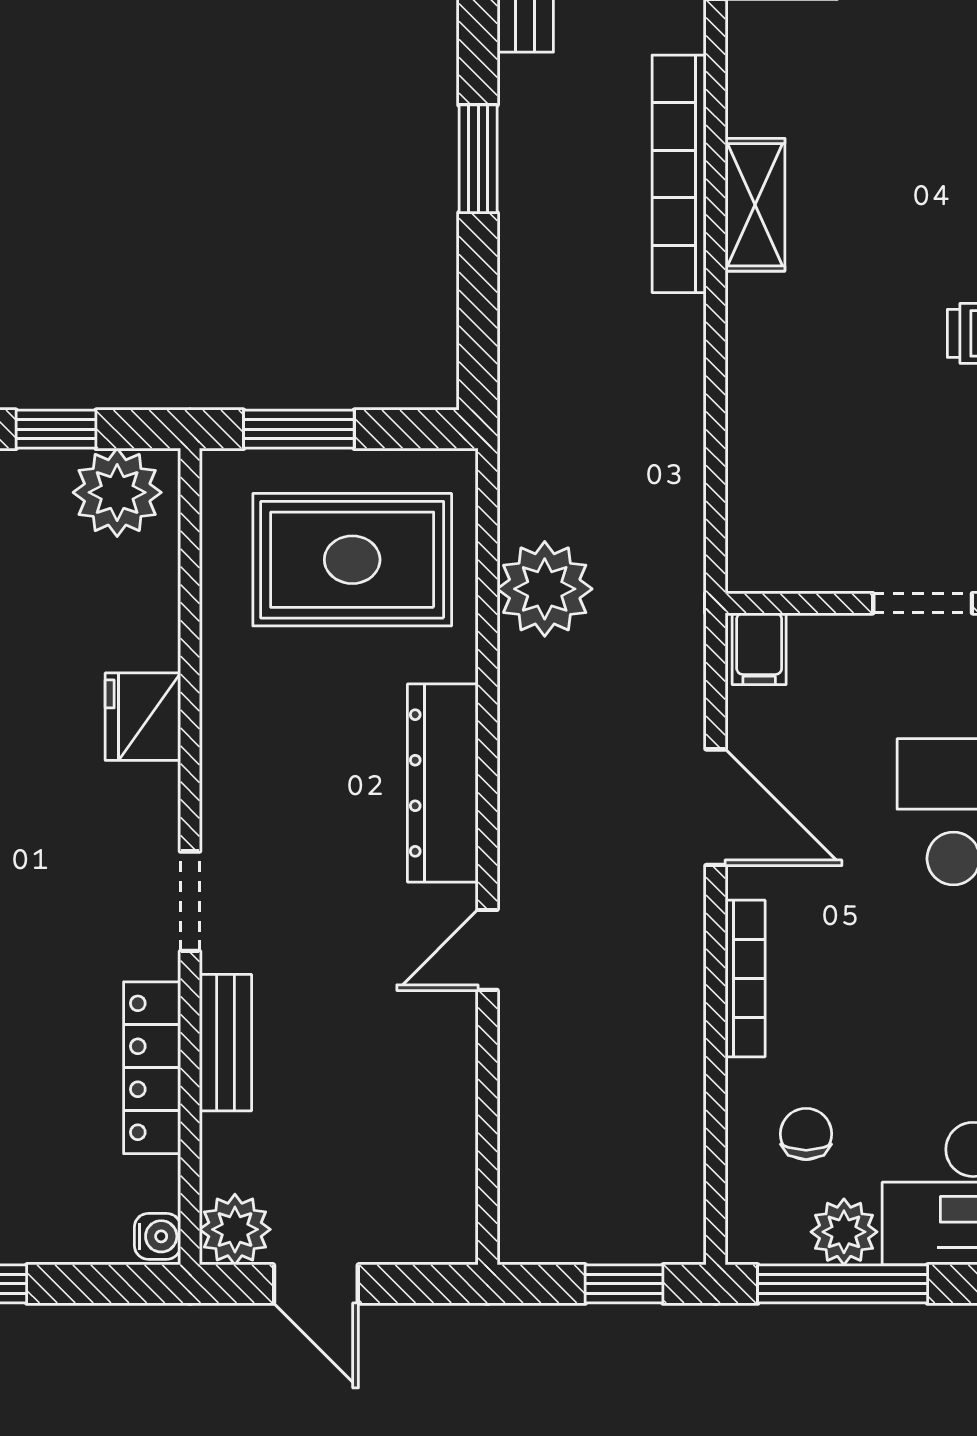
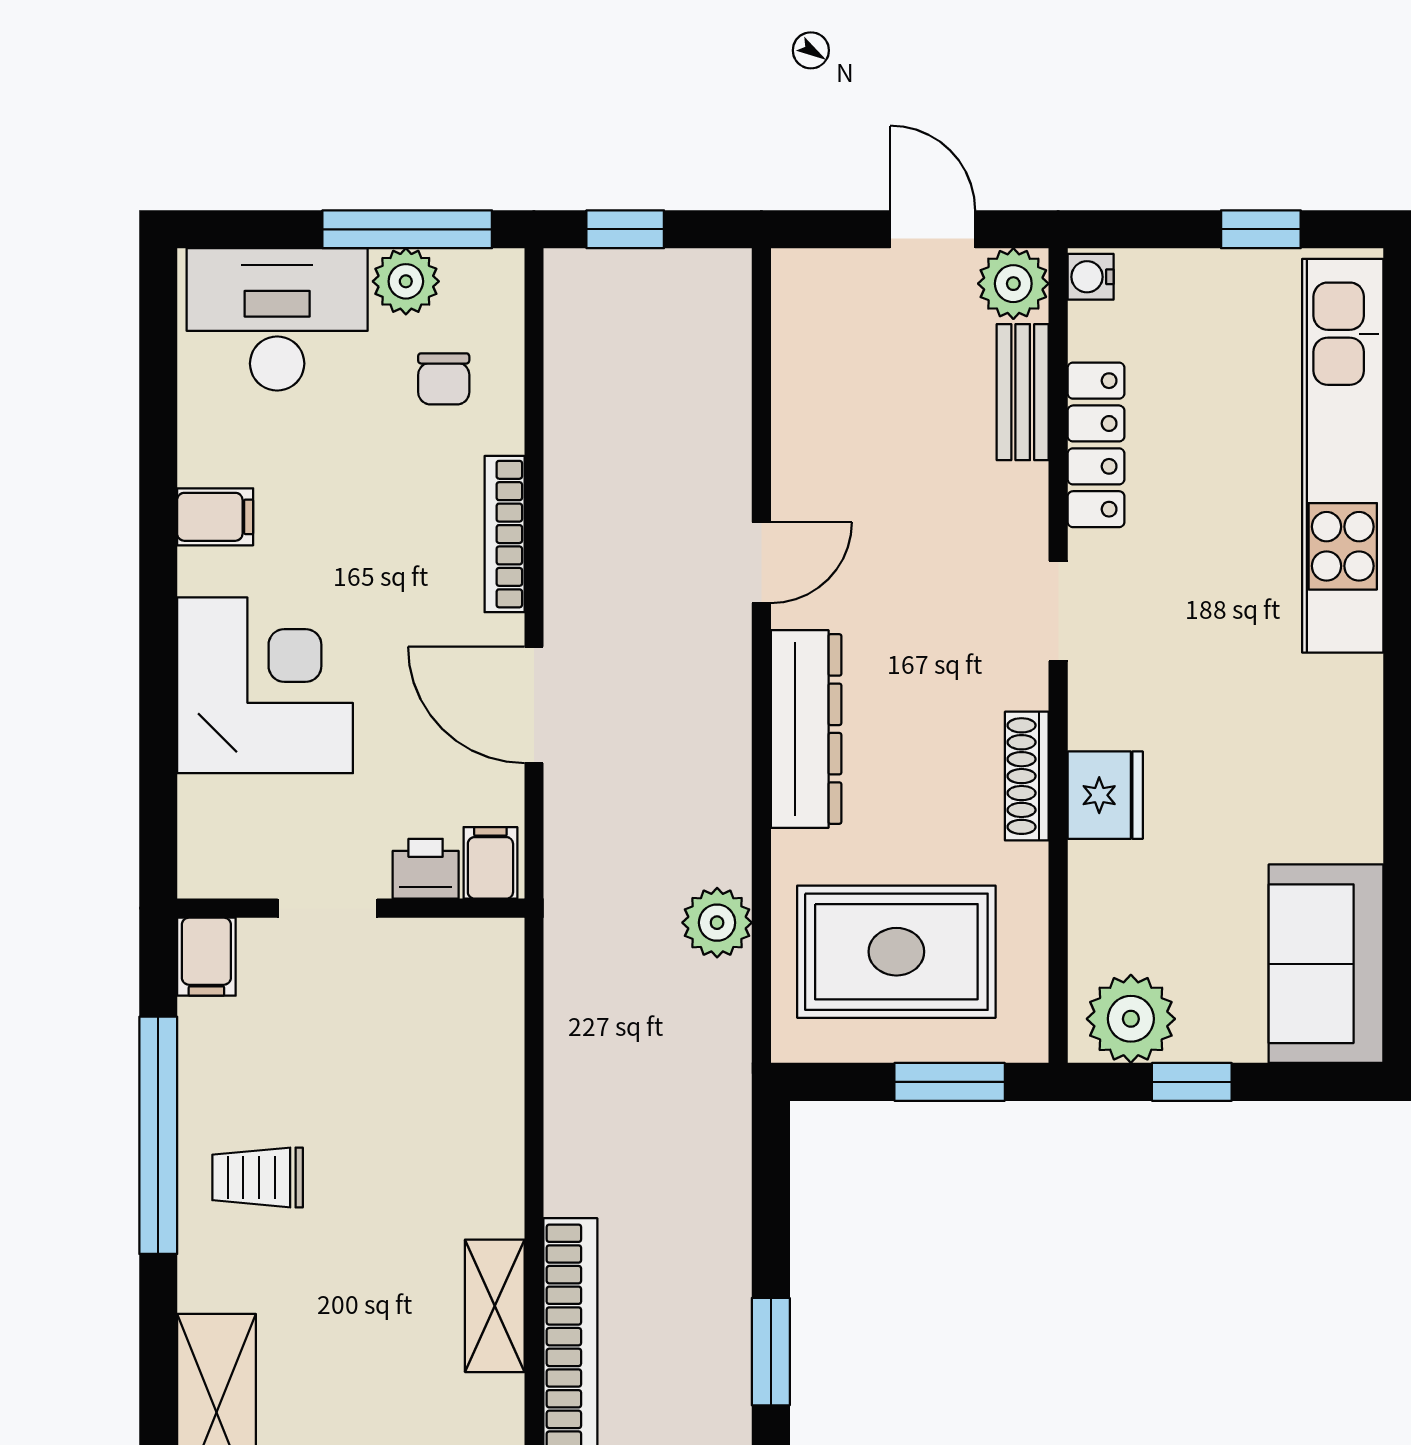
plant: (545, 589) -> (717, 923), width x0.73, depth x0.73
printer: (824, 643) -> (426, 869), added
shoe rack: (221, 736) -> (1027, 776), added
bench: (226, 1043) -> (1023, 392), moved

